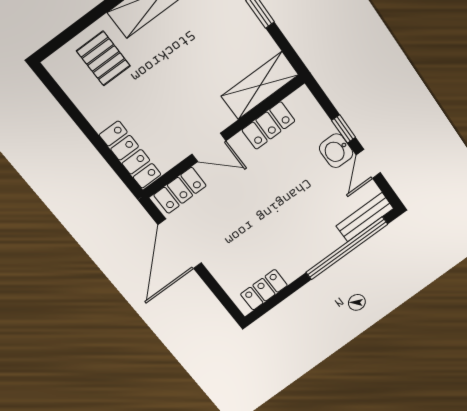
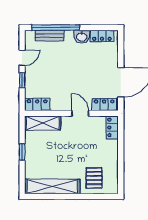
locker: (268, 125) -> (37, 104), moved
washbasin: (336, 151) -> (82, 37), moved, turned 90
locker: (130, 155) -> (112, 127), width x0.66
bench: (365, 217) -> (49, 36), moved

